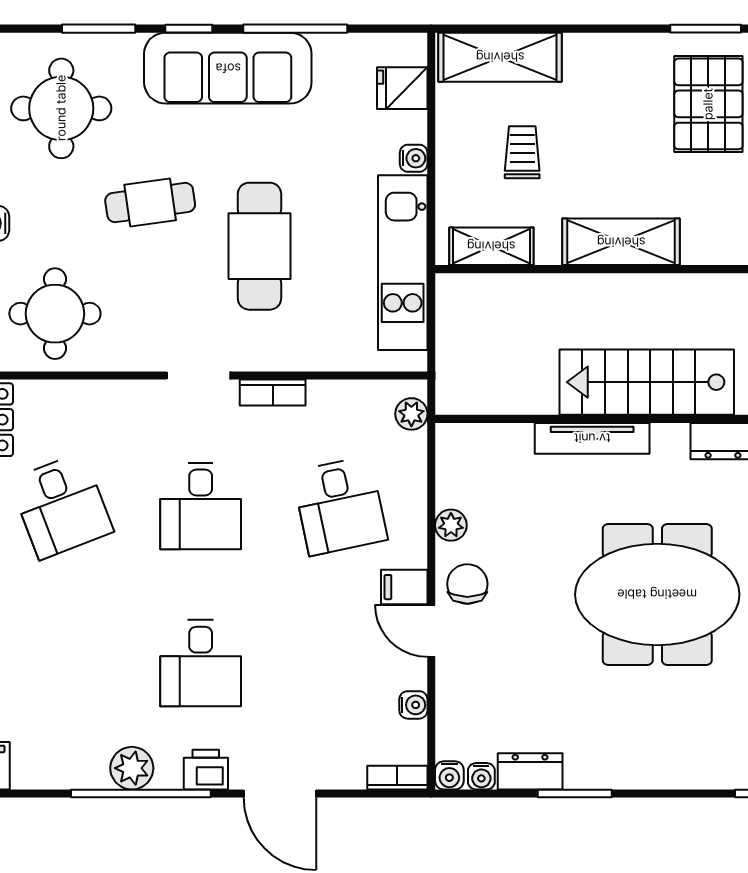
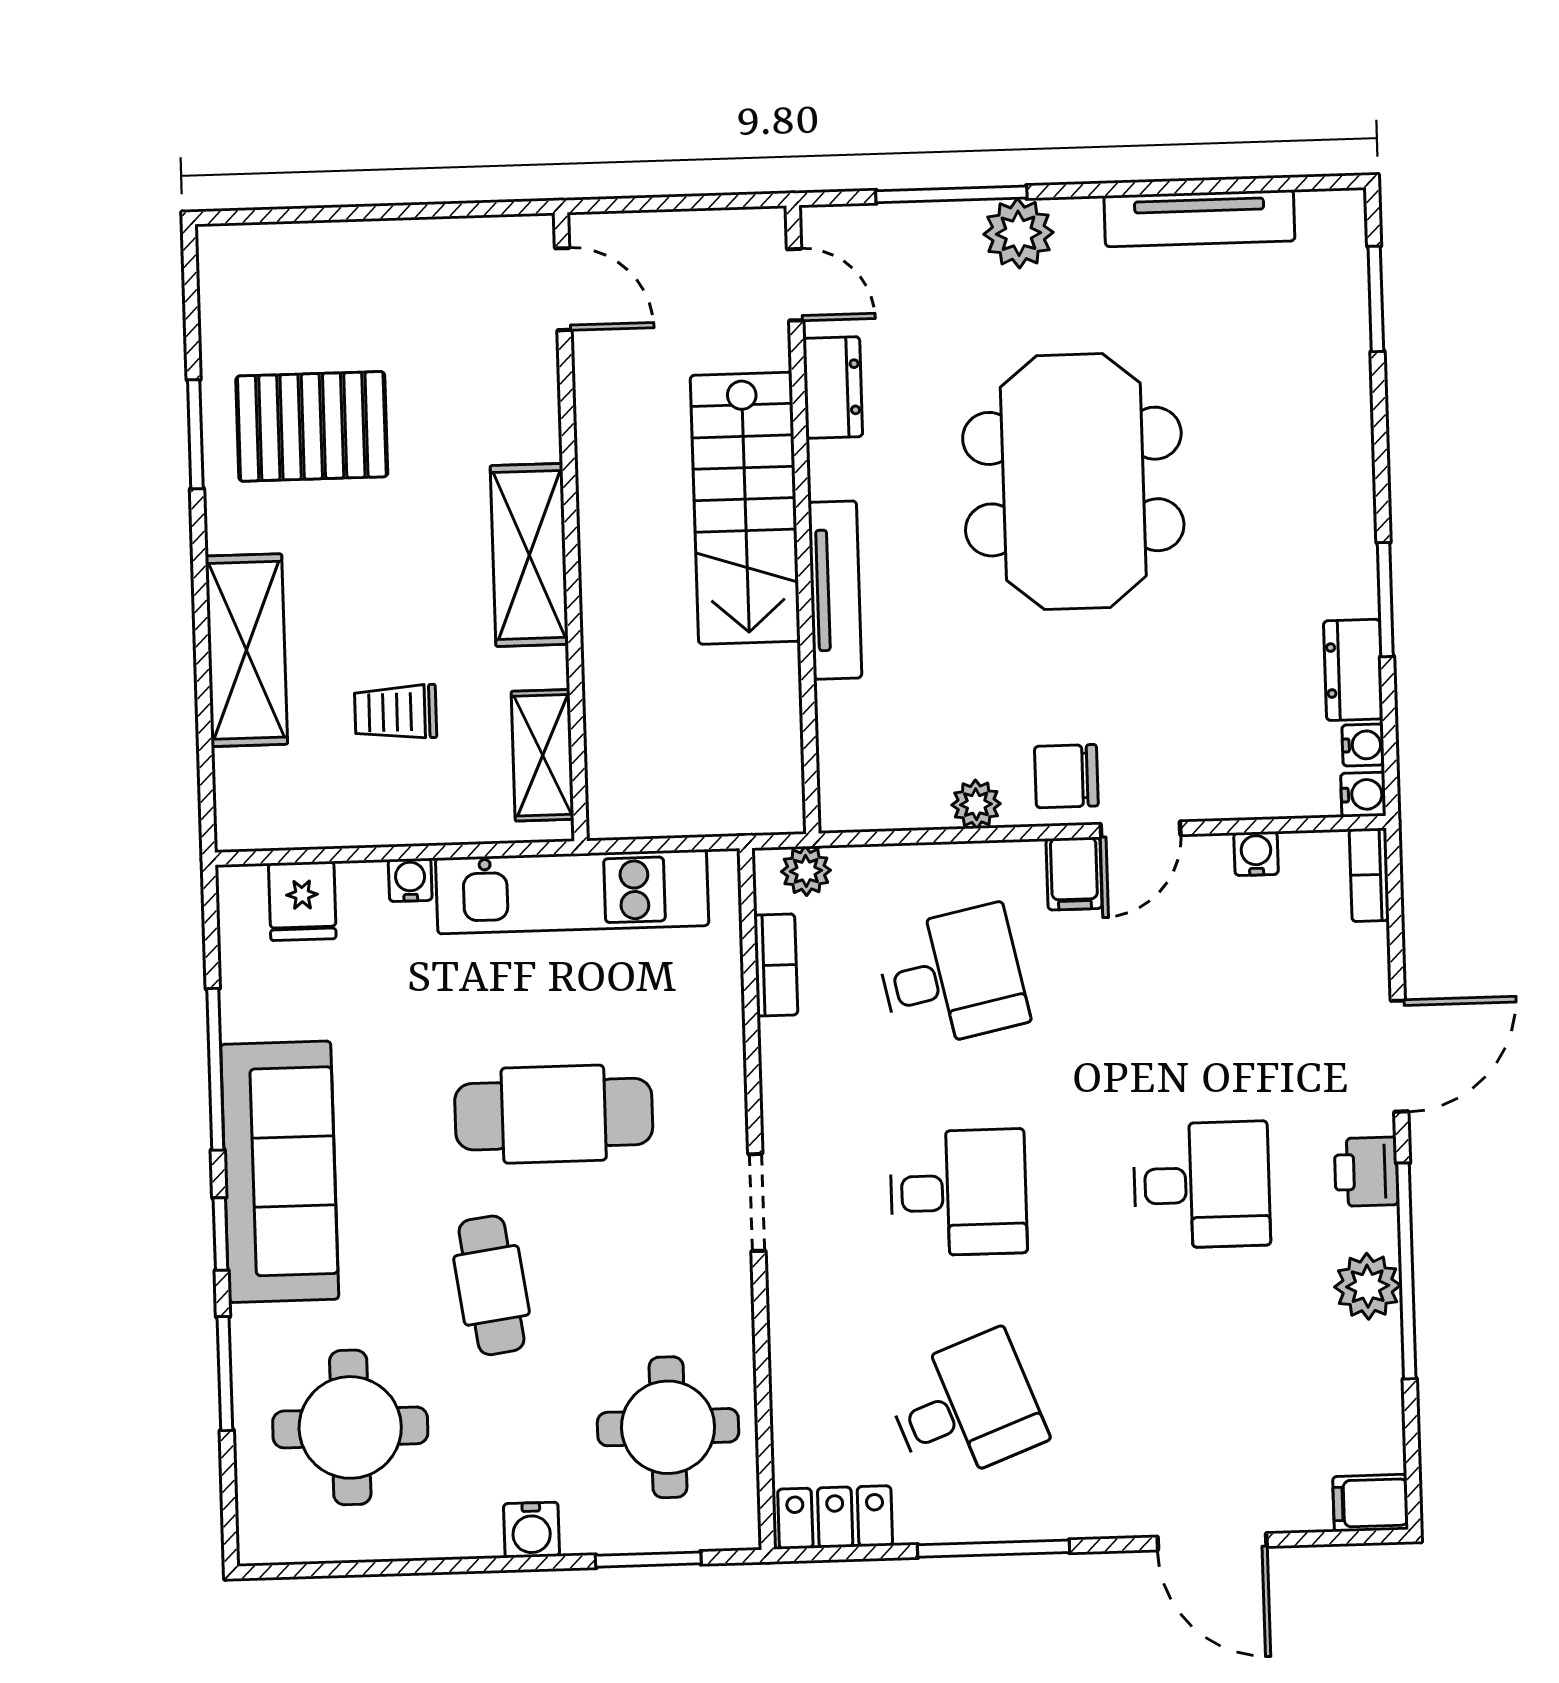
shelving: (500, 57) -> (246, 650), moved
bookcase: (273, 393) -> (776, 965), moved

